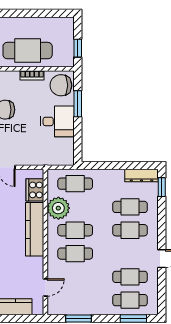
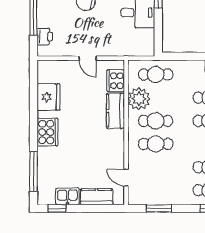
kitchen counter: (35, 229) -> (115, 111), width x0.67
door: (45, 287) -> (126, 178), swing flipped

